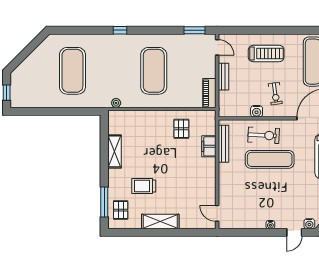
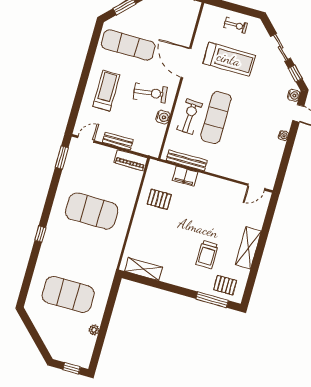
exercise bike: (275, 94) -> (150, 93), width x1.38, depth x1.39
plant: (116, 103) -> (94, 330), moved
shelving: (114, 151) -> (144, 269), moved

